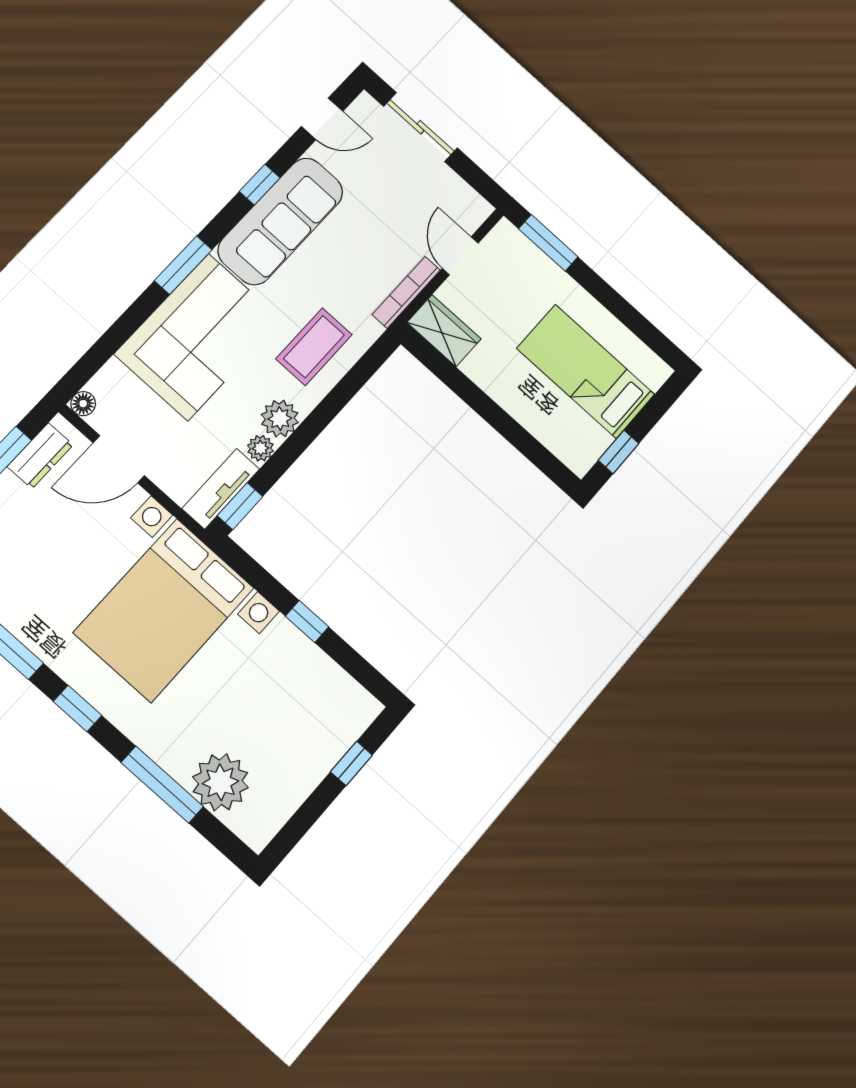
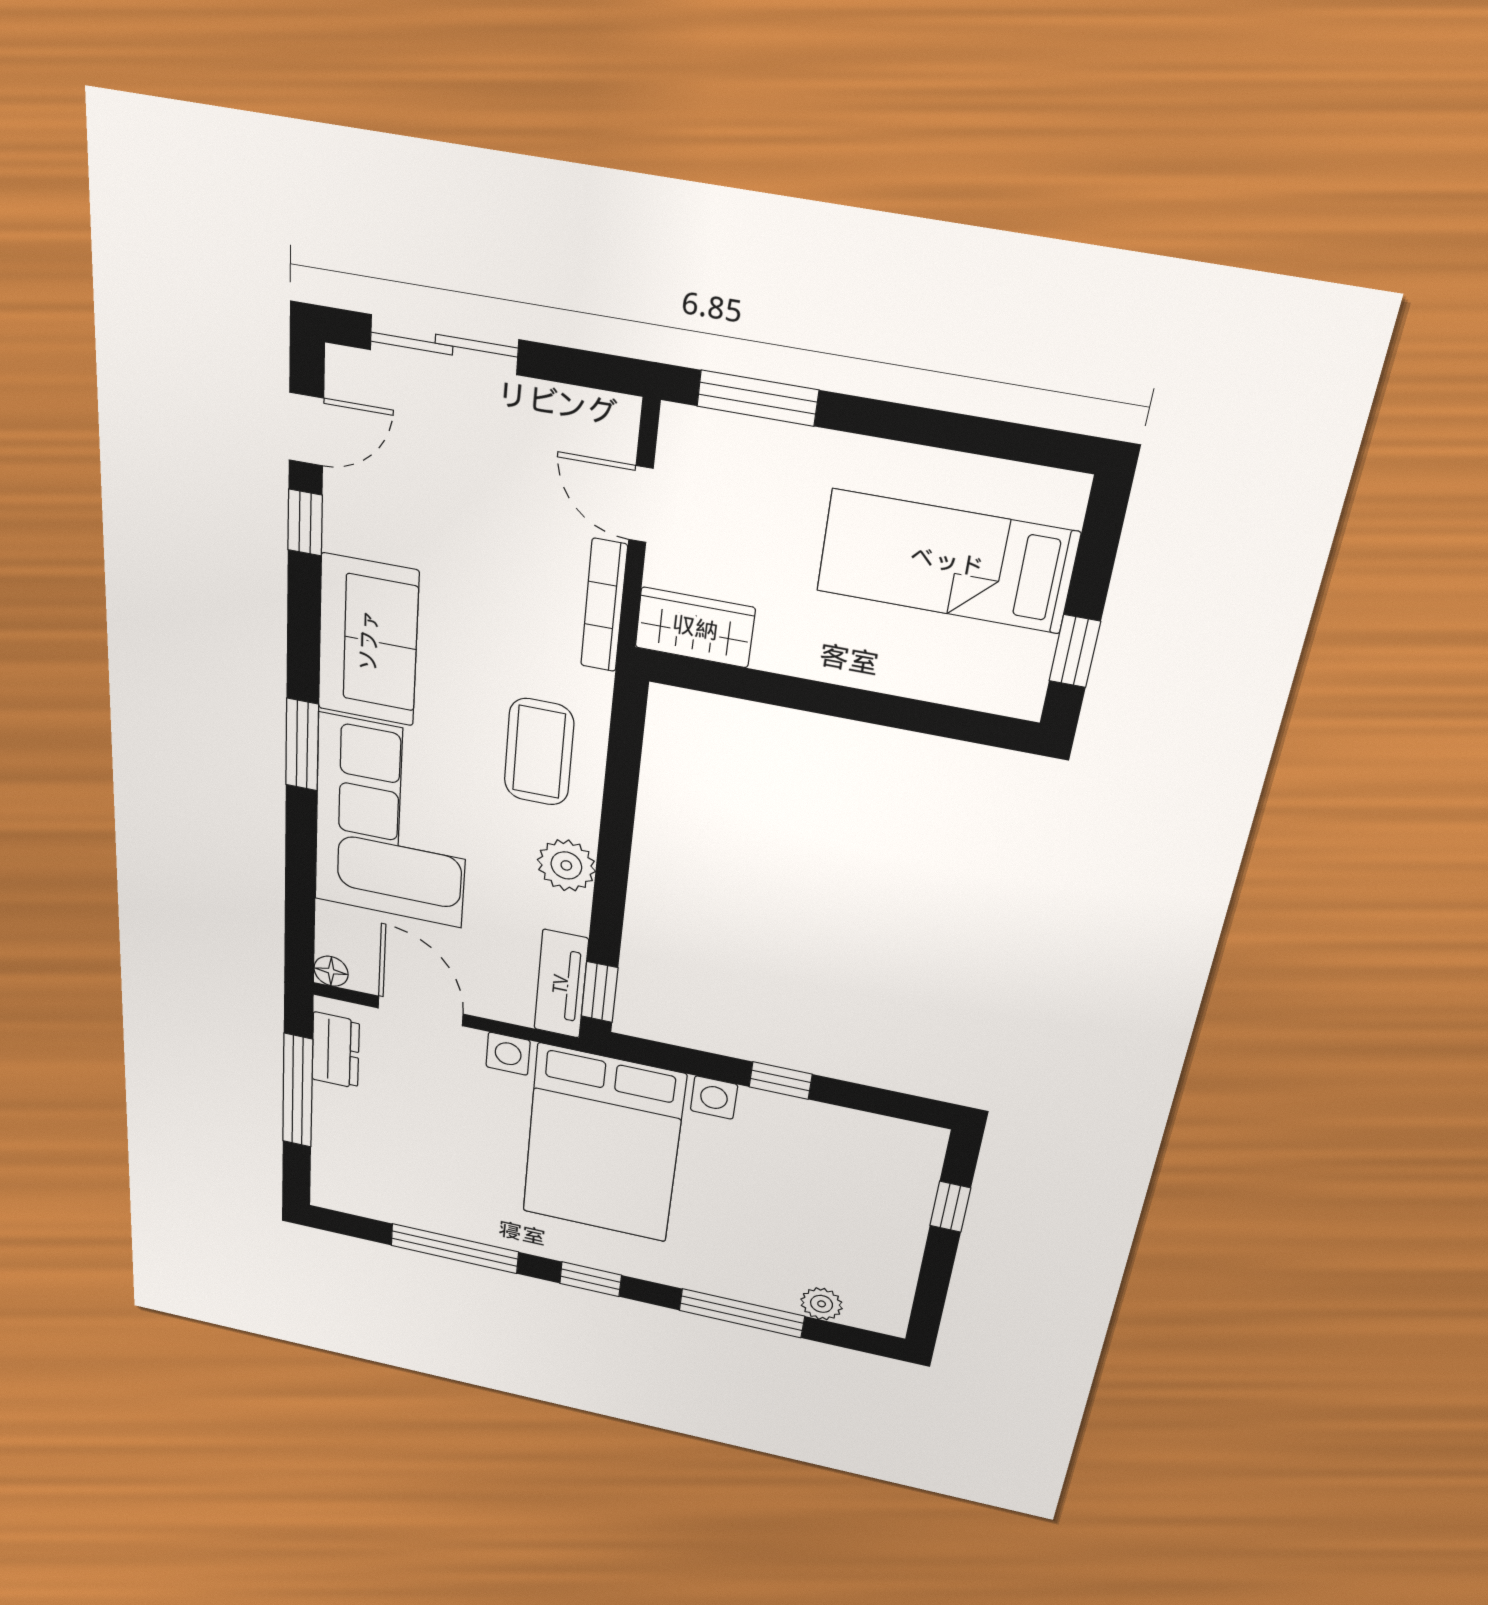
window: (260, 185) -> (305, 523), moved
sofa: (281, 221) -> (368, 640), width x0.73
plant: (261, 448) -> (571, 913), removed
door: (119, 459) -> (420, 1011), swing flipped
plant: (220, 782) -> (822, 1304), width x0.53, depth x0.53

